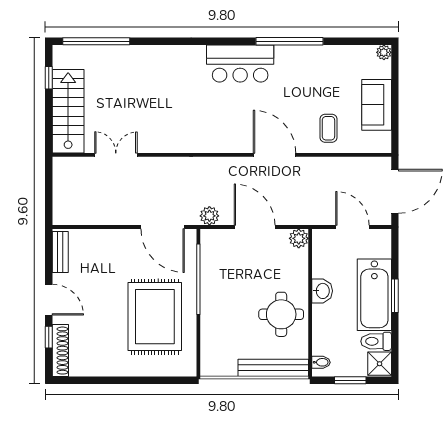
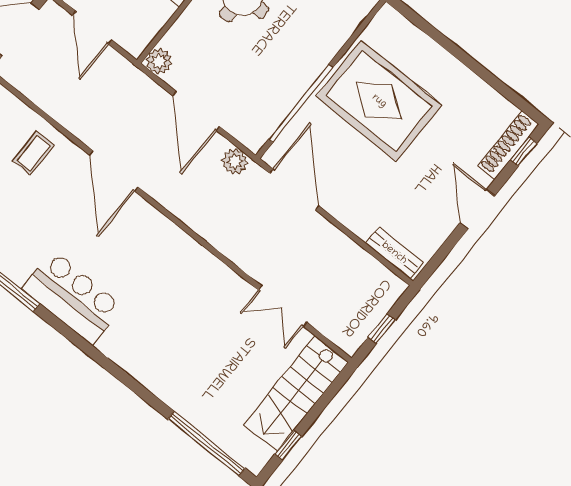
window: (49, 188) -> (382, 329), added
bench: (60, 252) -> (394, 253), moved, turned 90
rug: (155, 317) -> (379, 101), turned 90
window: (49, 337) -> (524, 151), moved

